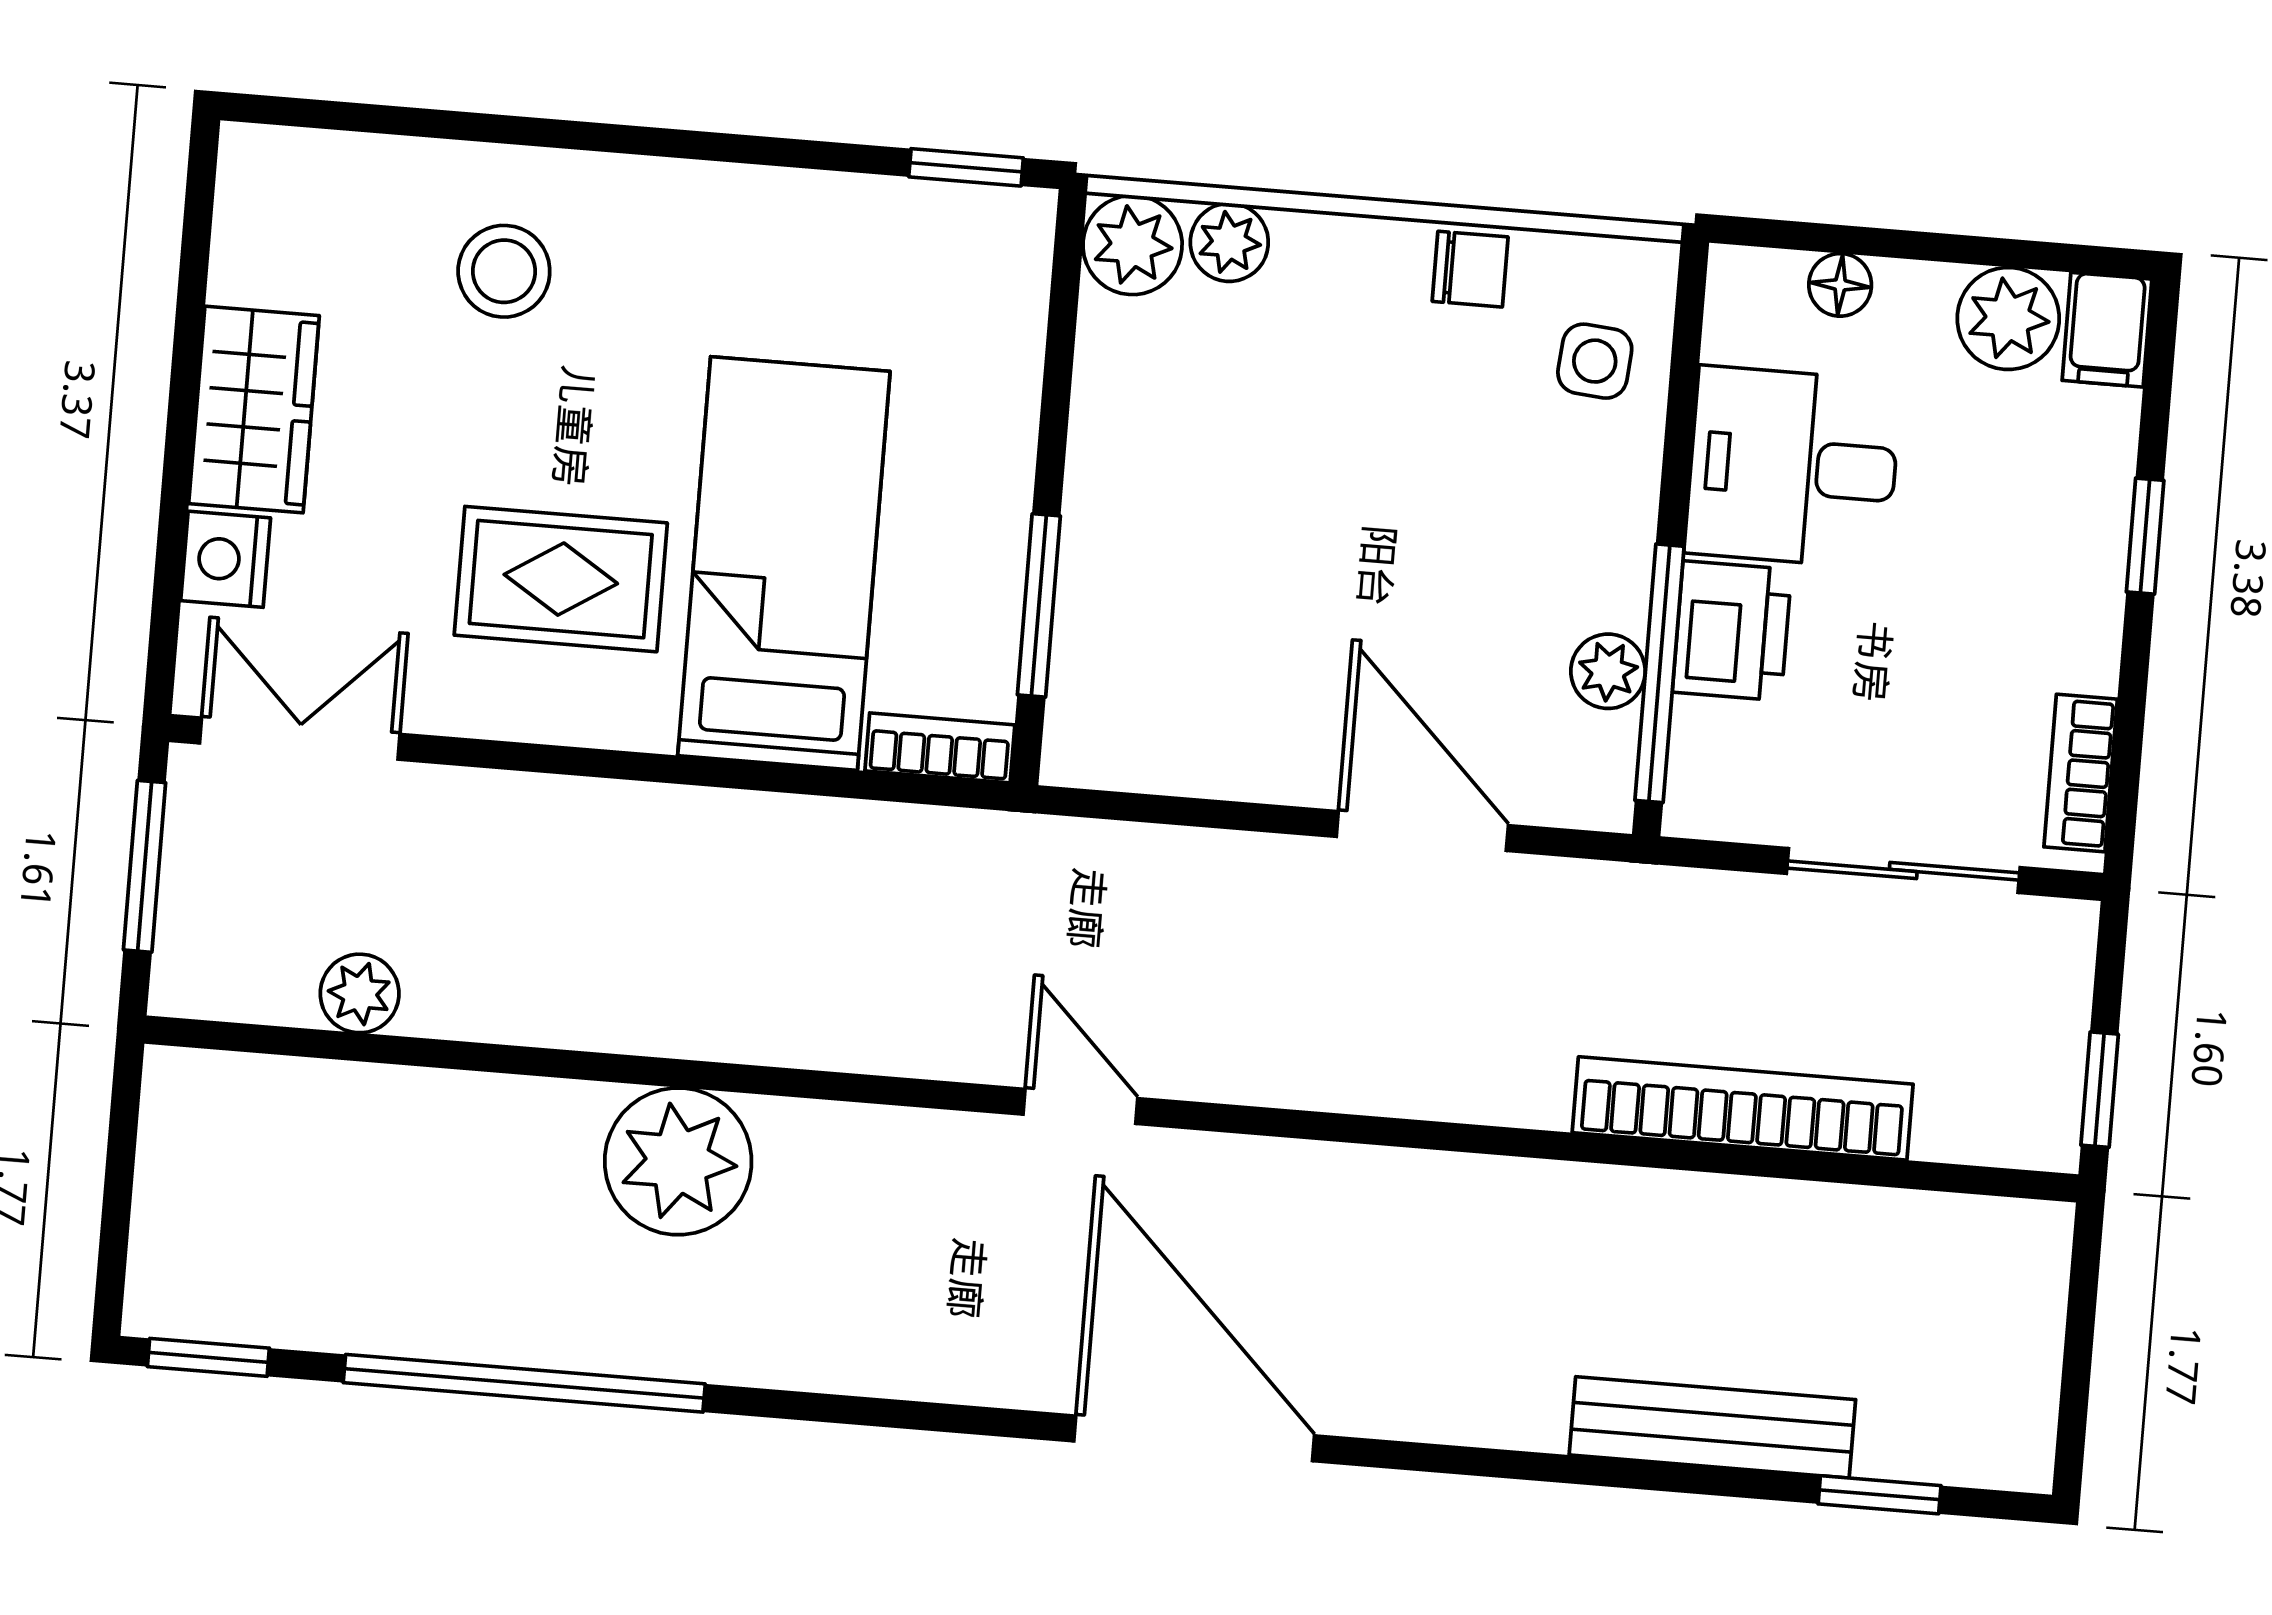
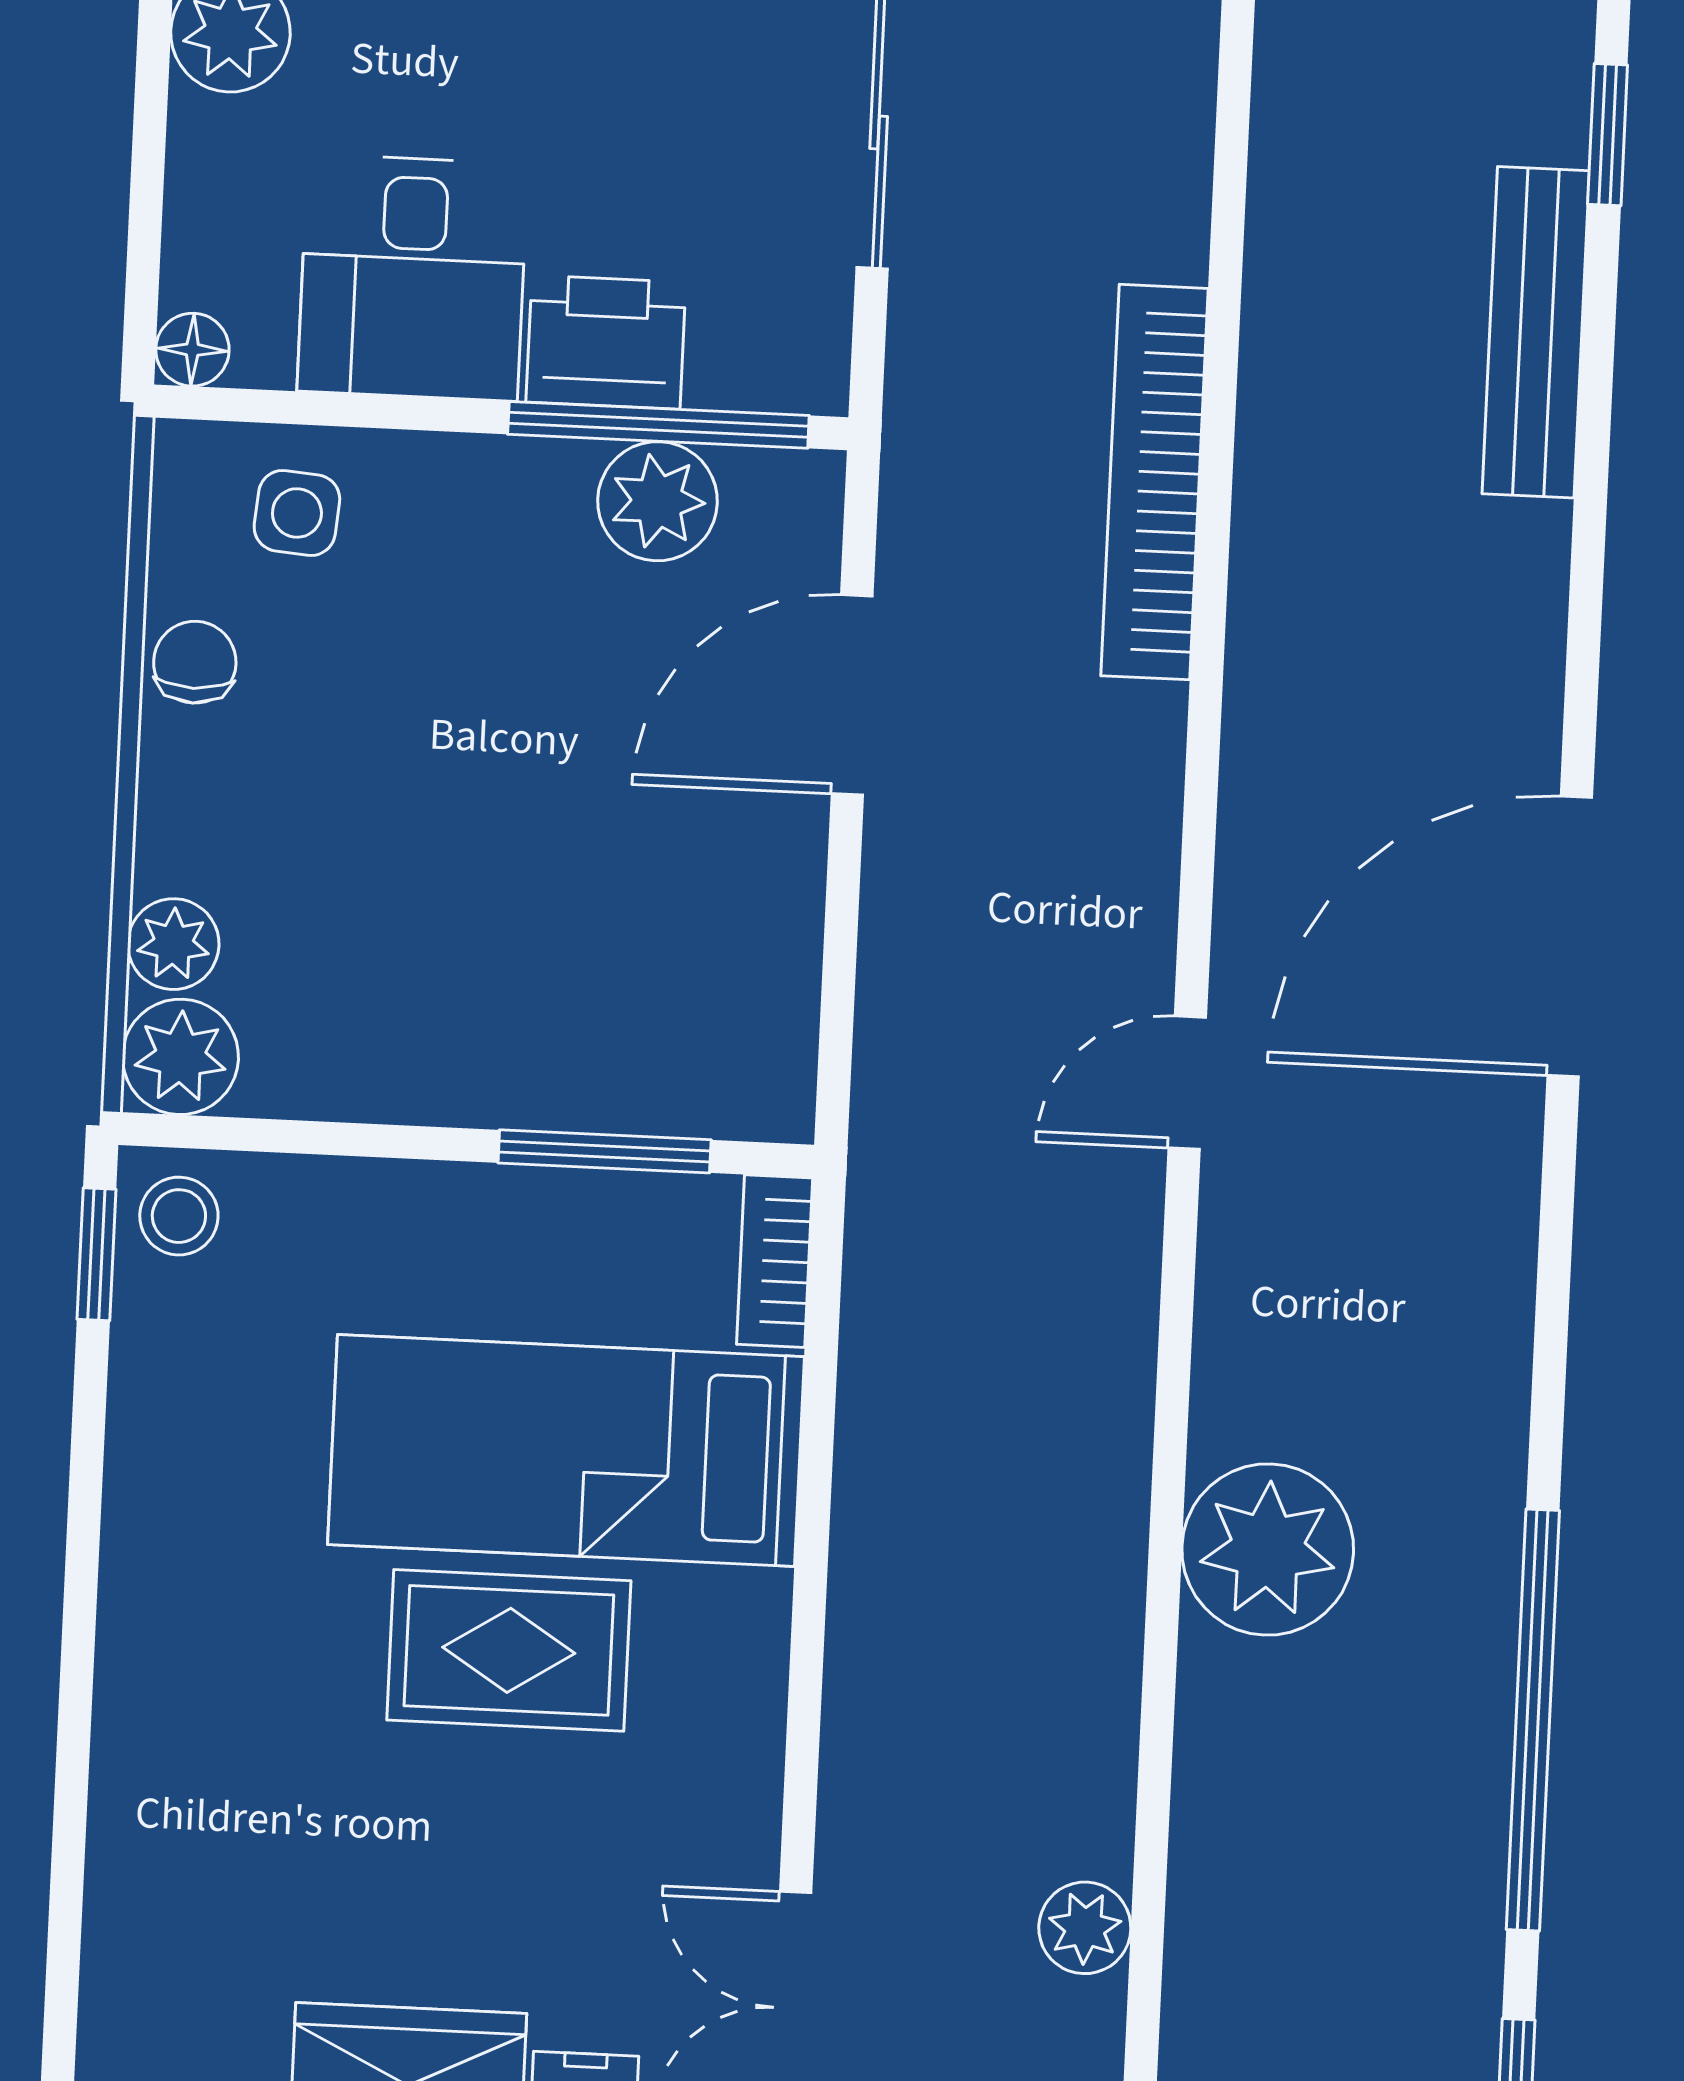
stool: (504, 271) -> (179, 1216), moved, width x0.73, depth x0.73
floor lamp: (1840, 285) -> (192, 350), moved
rug: (561, 579) -> (509, 1650), moved, turned 90
plant: (1608, 671) -> (657, 501), width x1.38, depth x1.38
bookcase: (1743, 1108) -> (1154, 482), moved

